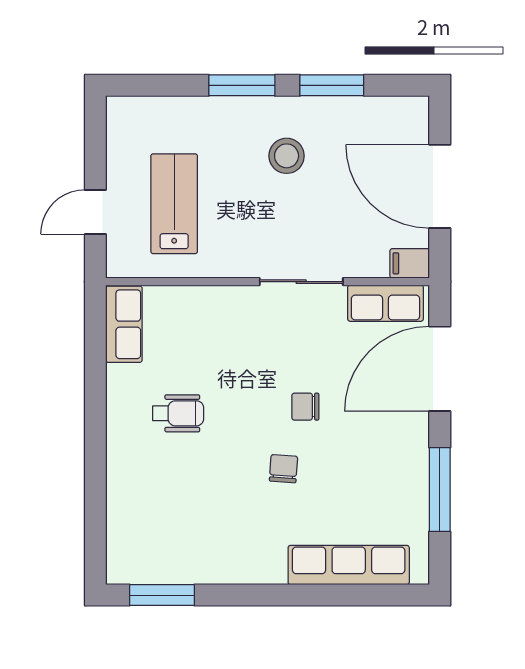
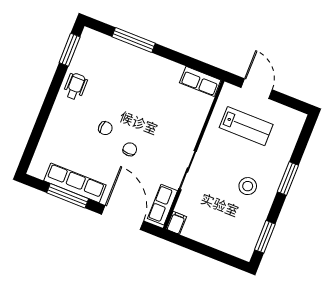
window: (332, 85) -> (265, 237), moved
door: (440, 186) -> (206, 251), removed
door: (95, 212) -> (257, 89), width x1.38
wheelchair: (178, 413) -> (75, 86), moved, turned 180
window: (95, 481) -> (134, 40), added
row of seats: (349, 565) -> (75, 183), moved, turned -90

